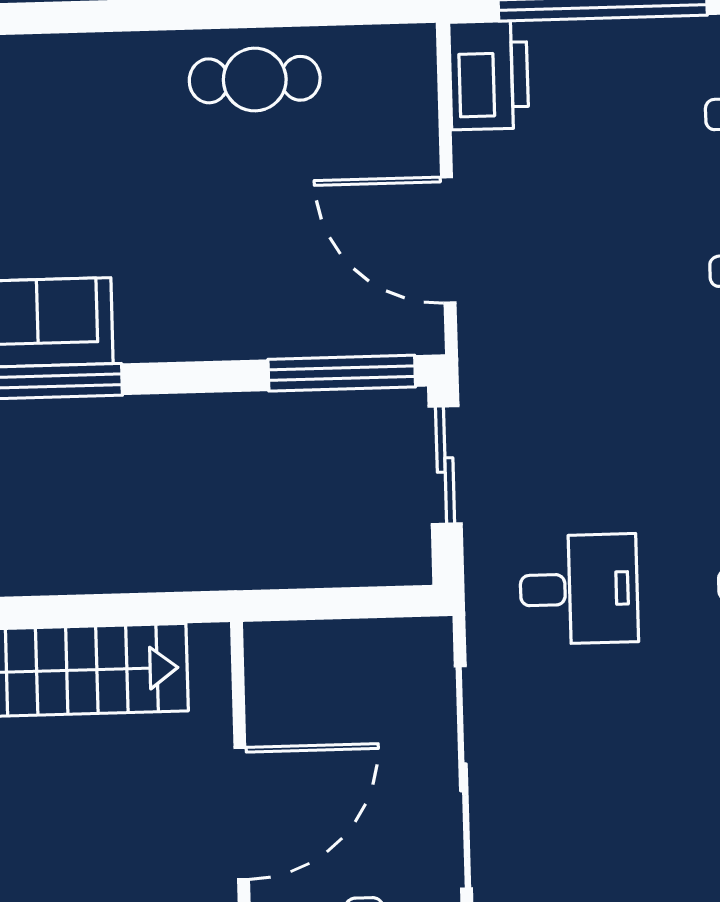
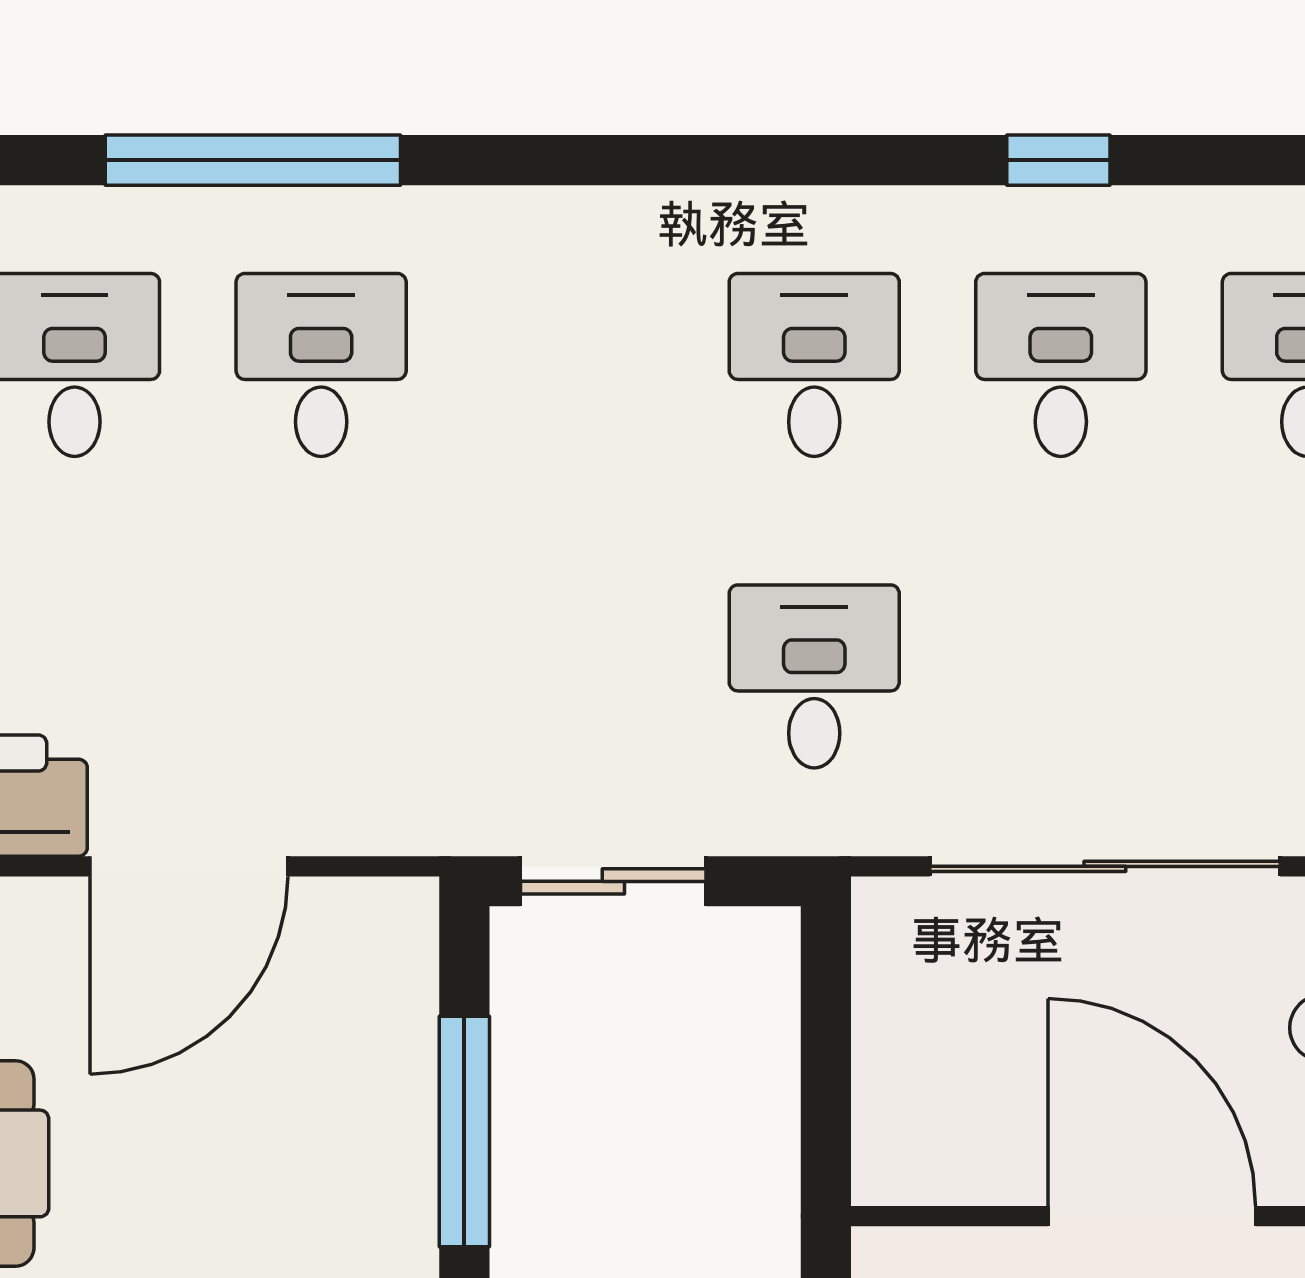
door: (448, 240) -> (189, 866), moved
window: (342, 373) -> (464, 1132), moved

